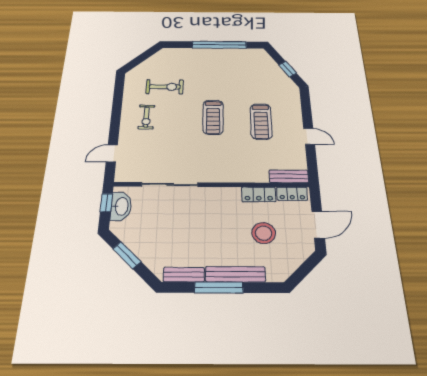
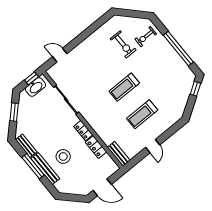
window: (288, 69) -> (195, 89), moved
exercise bike: (146, 117) -> (146, 37), moved
locker: (292, 194) -> (83, 131), moved
stool: (264, 233) -> (63, 156), moved

